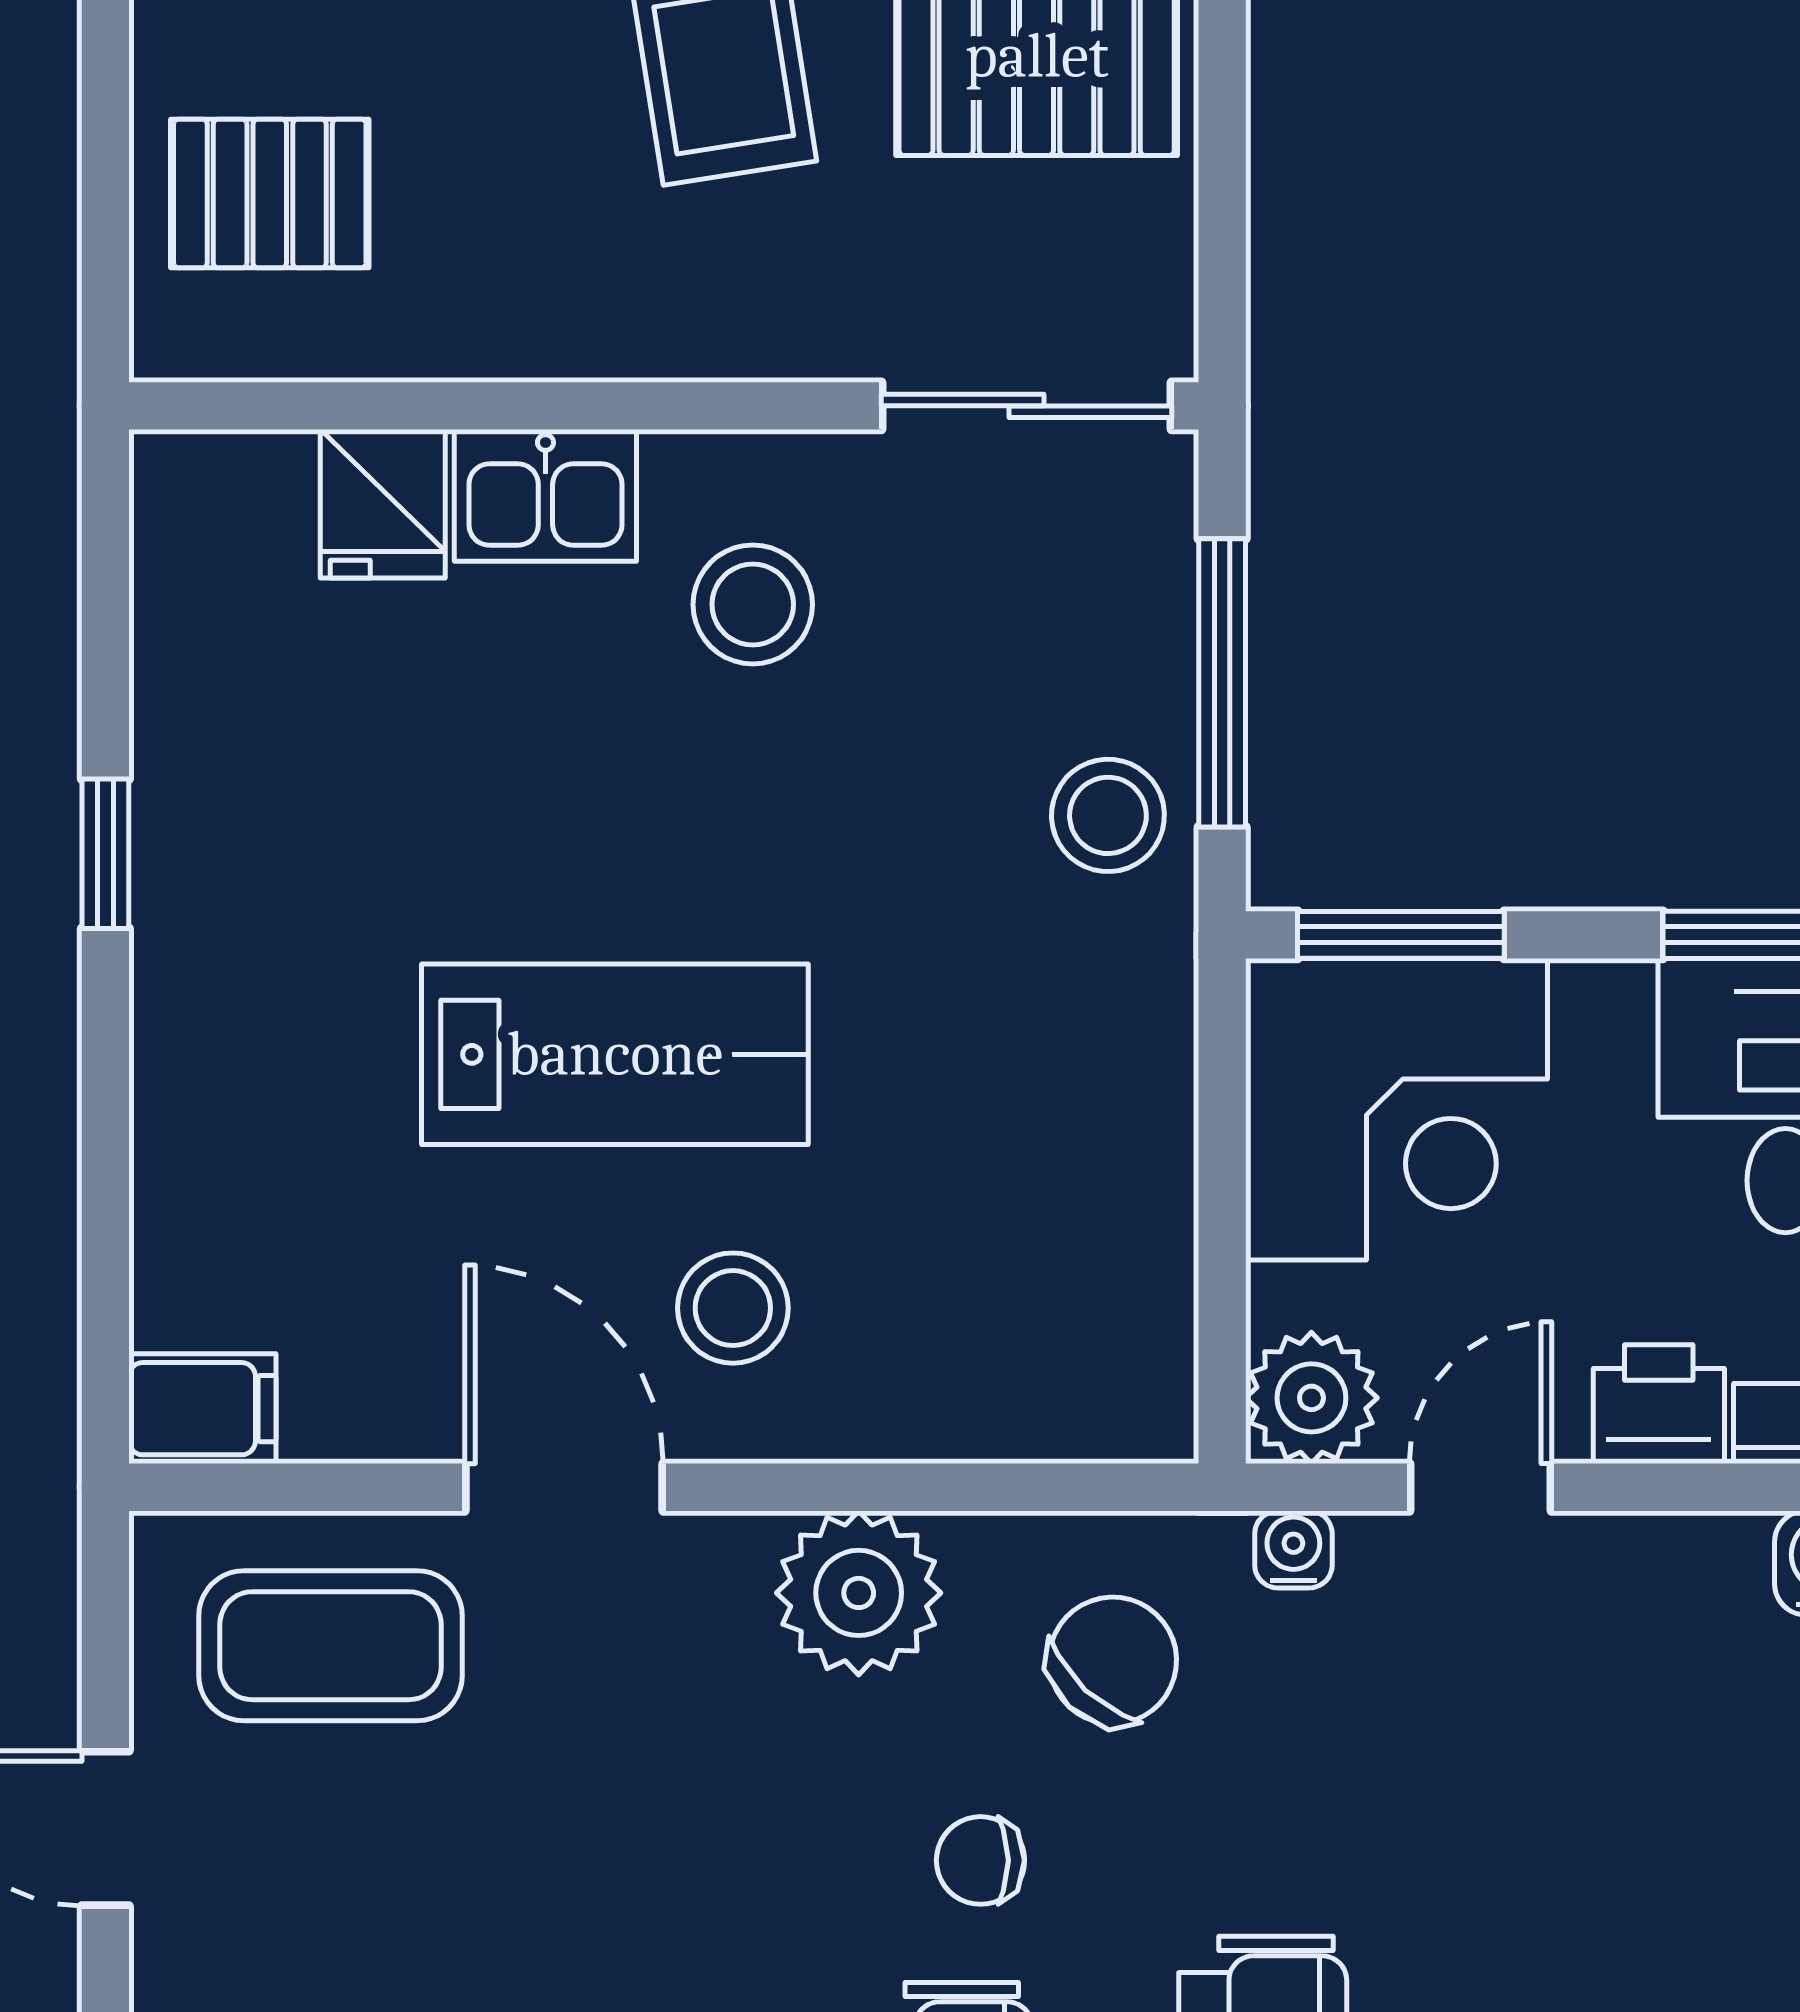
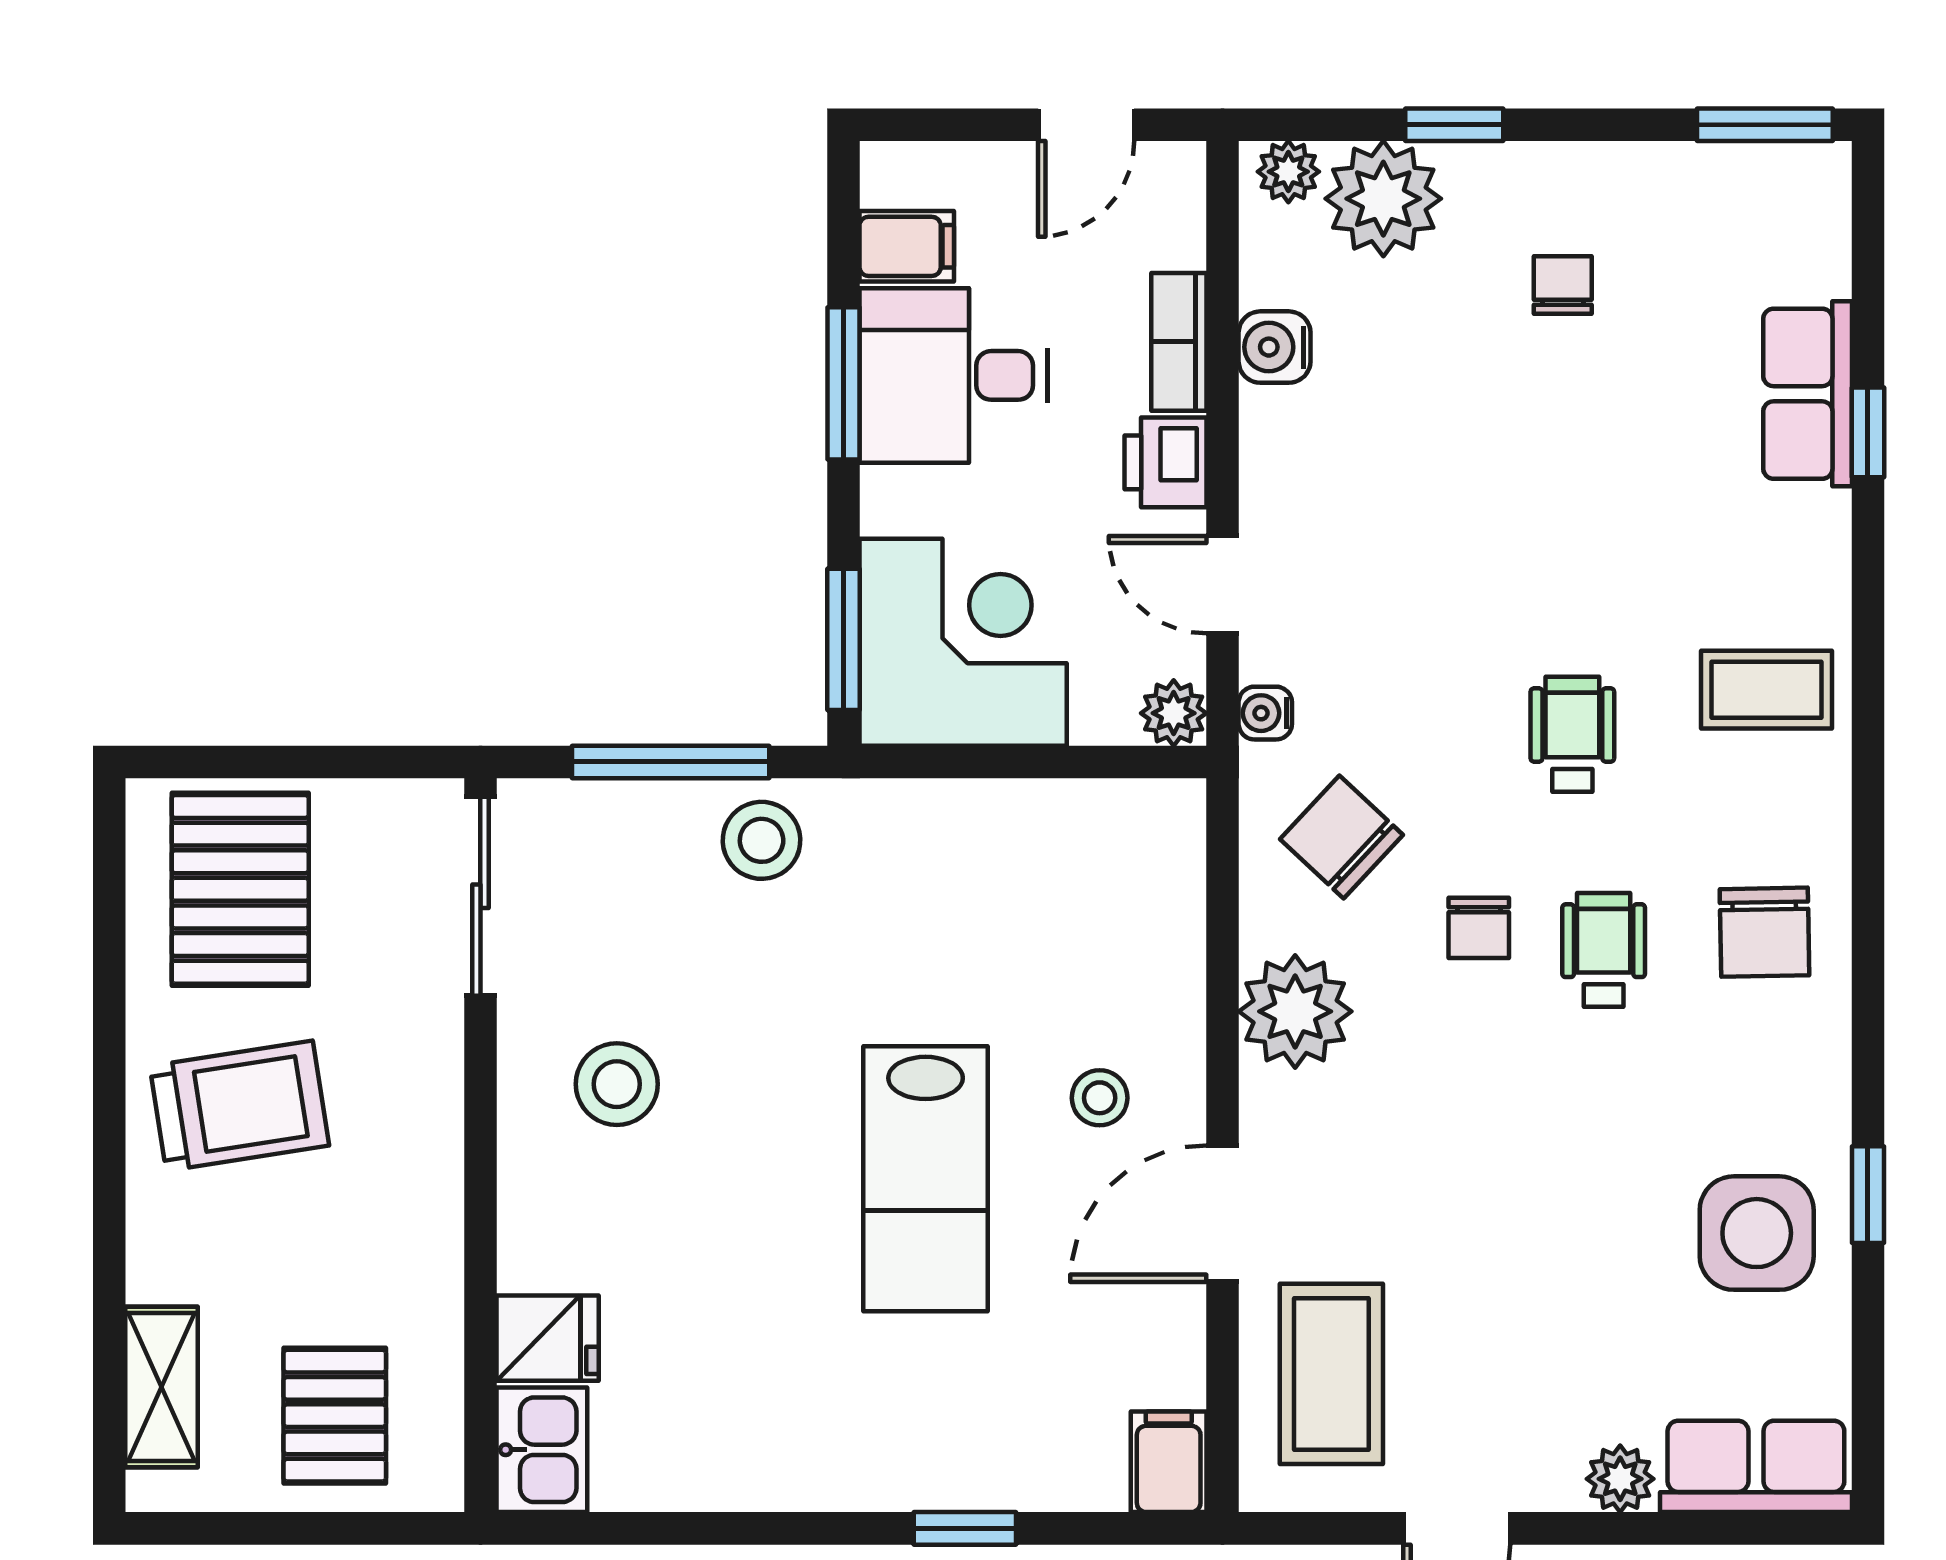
kitchen sink: (545, 495) -> (542, 1450), moved
window: (105, 854) -> (965, 1528), moved
lab bench: (615, 1054) -> (926, 1179), turned 180
stool: (733, 1308) -> (1100, 1098), width x0.73, depth x0.73
plant: (1311, 1398) -> (1174, 713), width x0.73, depth x0.73

